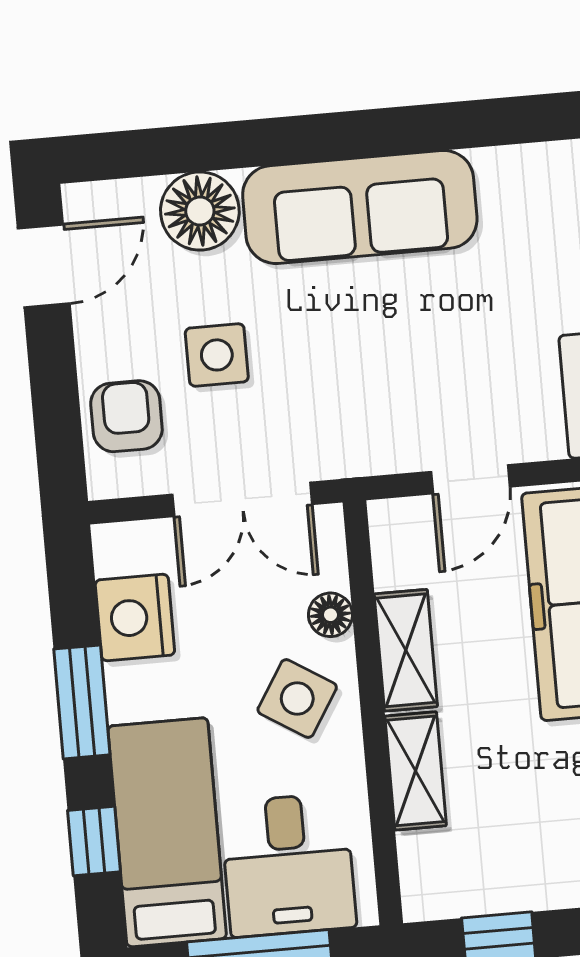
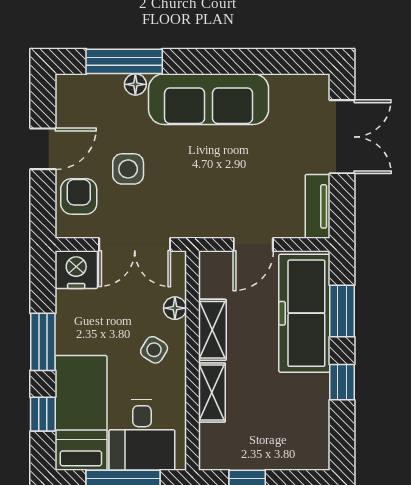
window: (191, 149) -> (124, 61), added
floor lamp: (200, 211) -> (135, 84), width x0.53, depth x0.53
door: (44, 266) -> (43, 149), moved
nightstand: (135, 618) -> (76, 270), moved, turned 90
side table: (297, 699) -> (154, 350), width x0.73, depth x0.73

